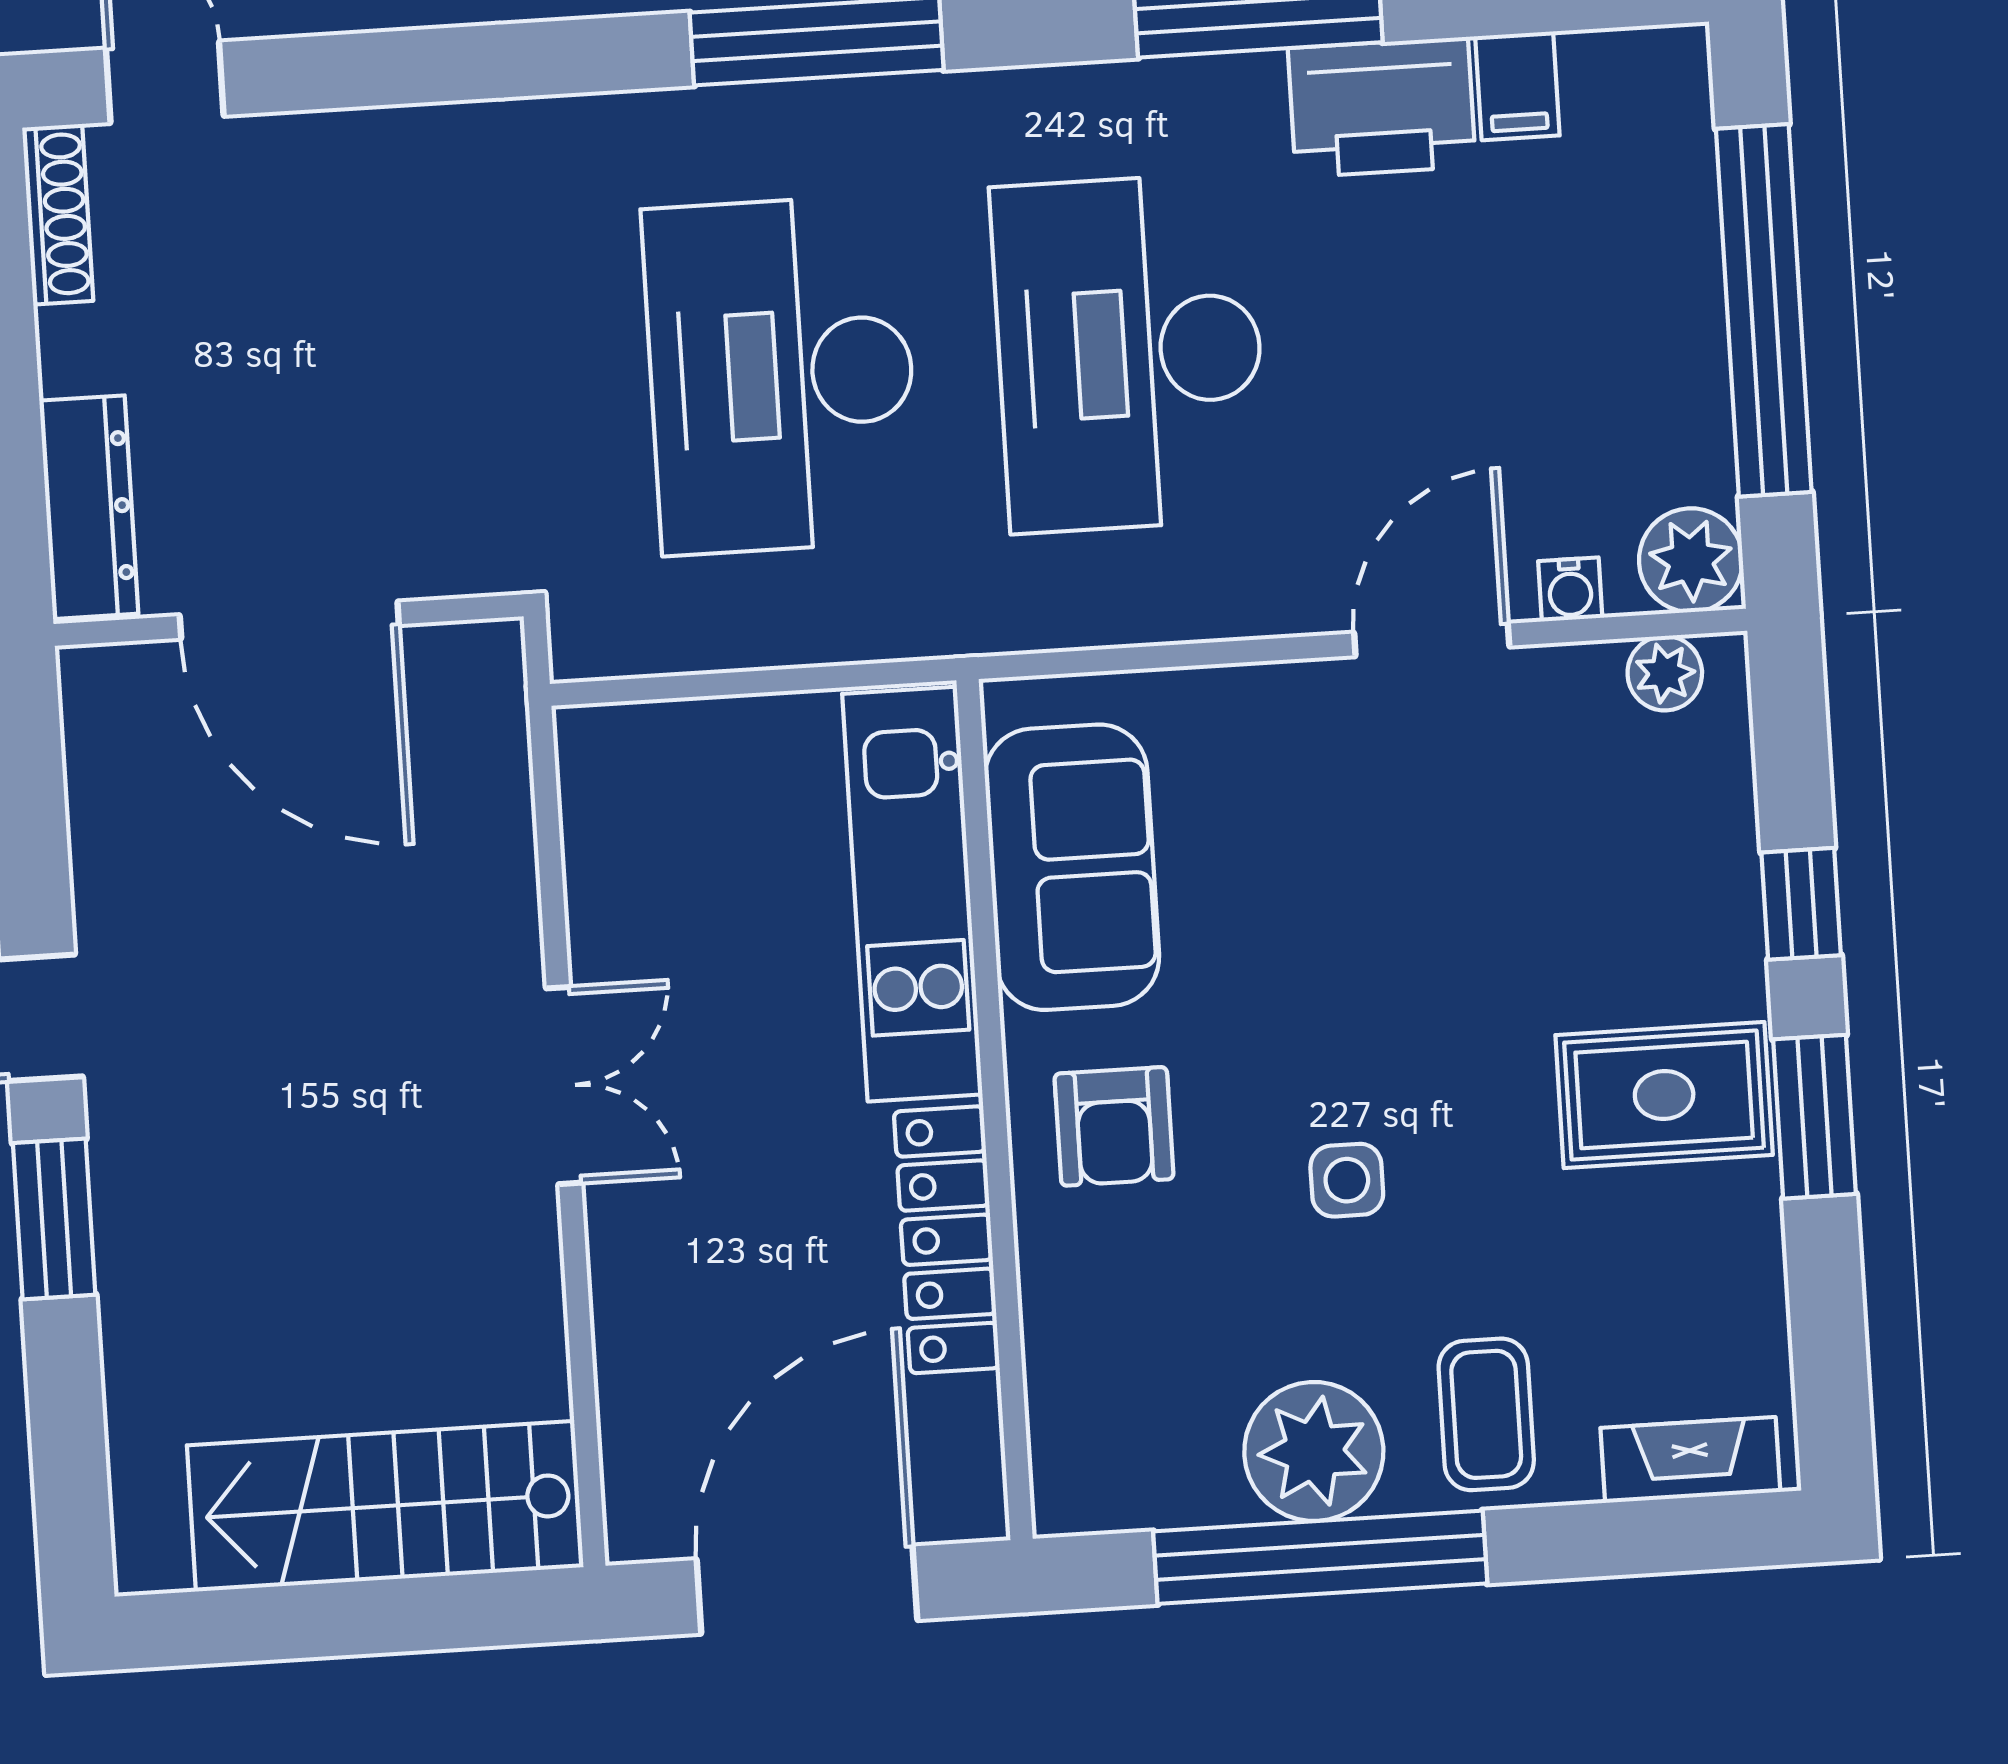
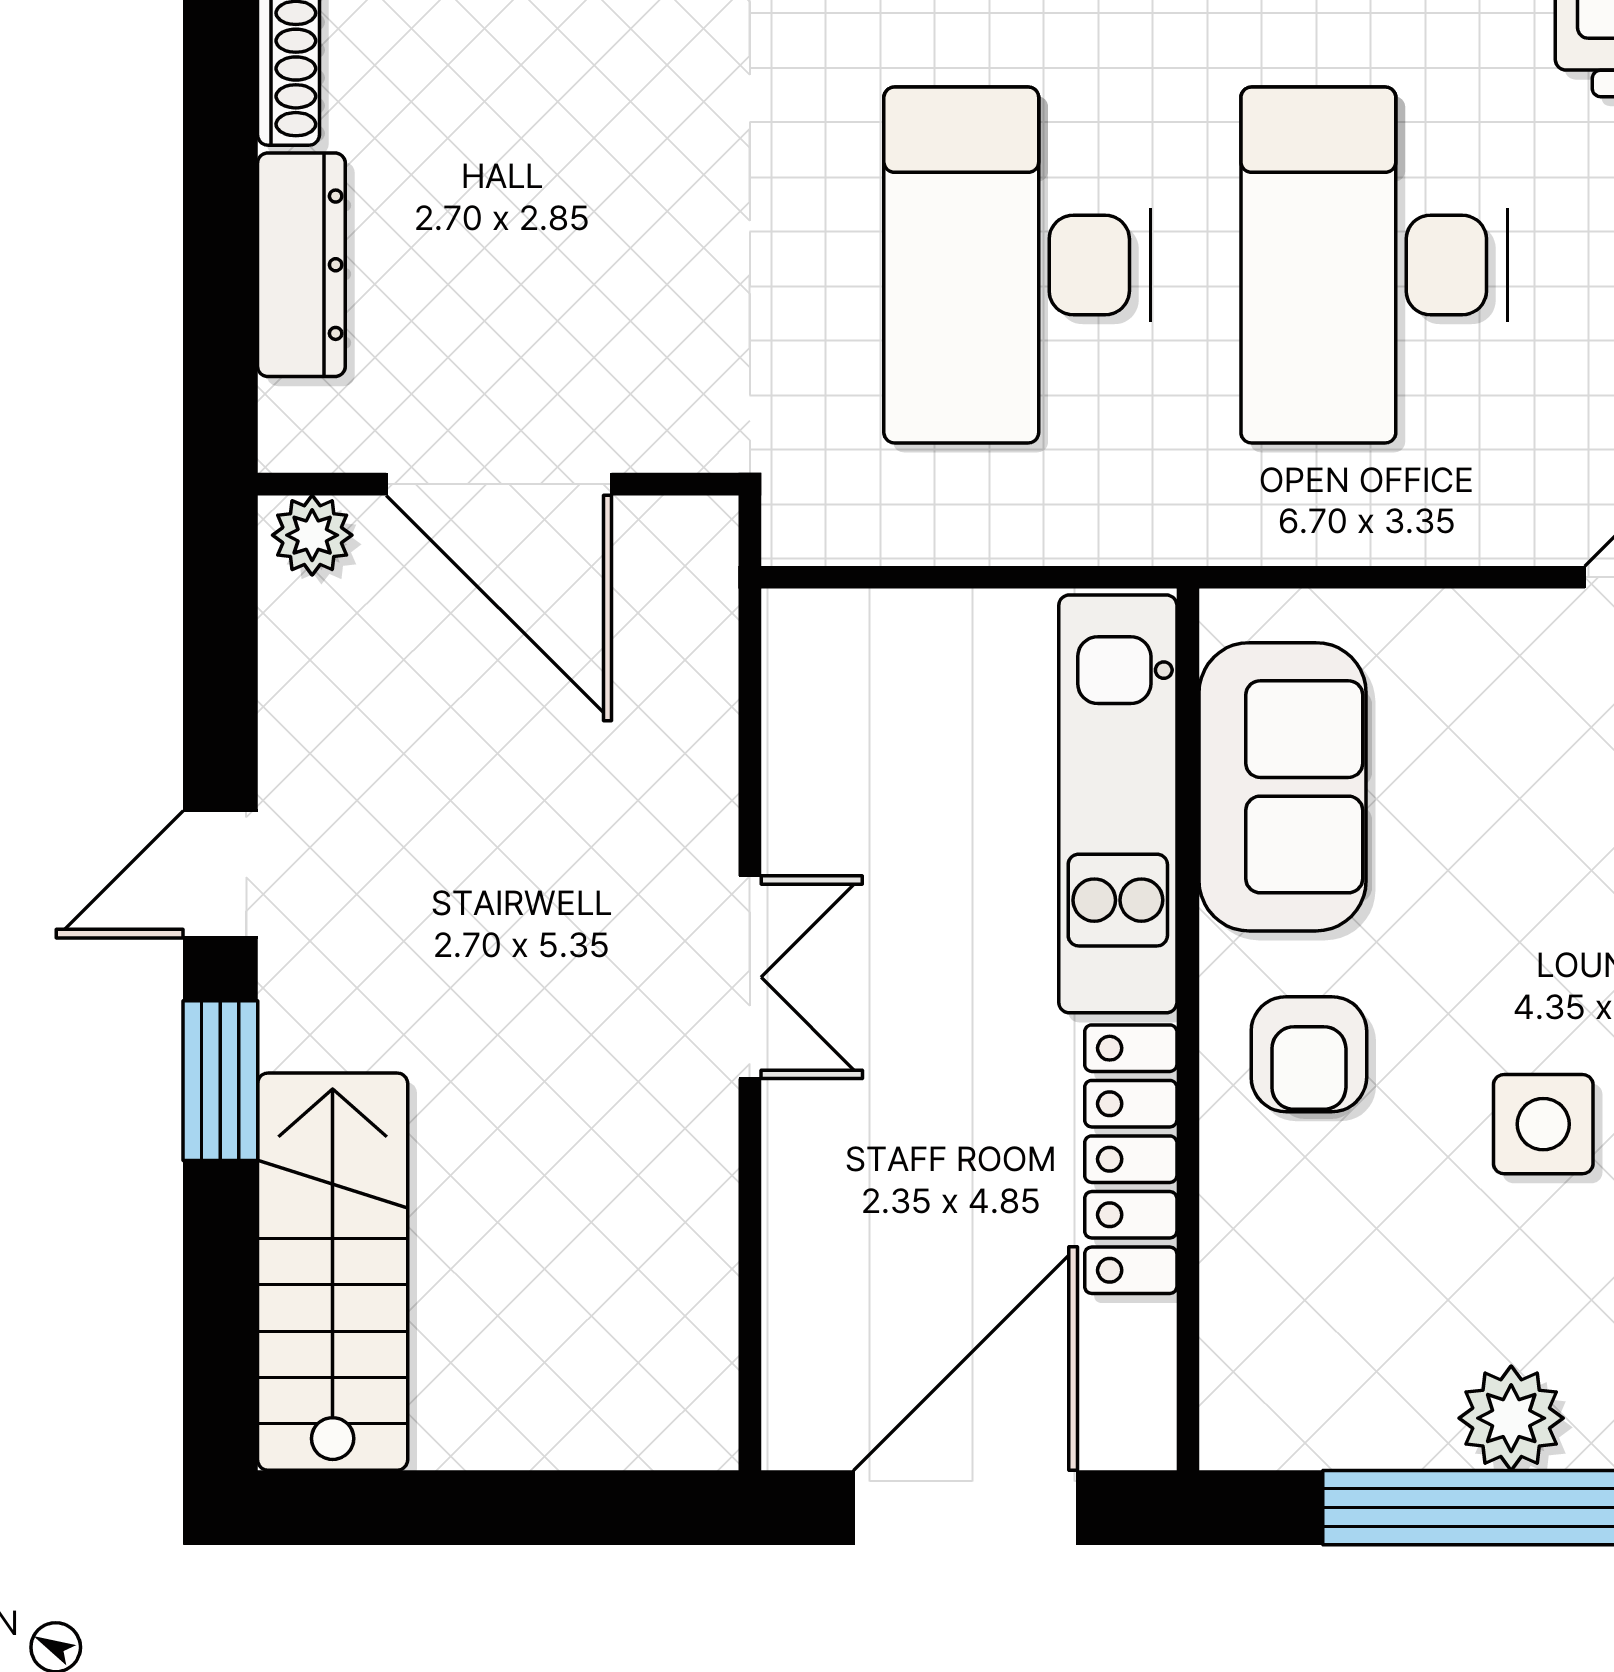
dresser: (89, 507) -> (301, 265), moved
plant: (110, 681) -> (312, 535), added
side table: (1347, 1180) -> (1543, 1124), width x1.37, depth x1.37
plant: (1314, 1451) -> (1511, 1418), width x0.73, depth x0.73
stairs: (385, 1506) -> (333, 1272), moved, turned 90

